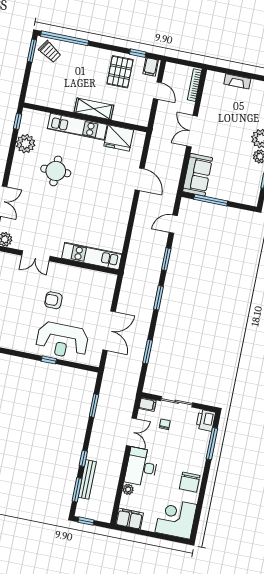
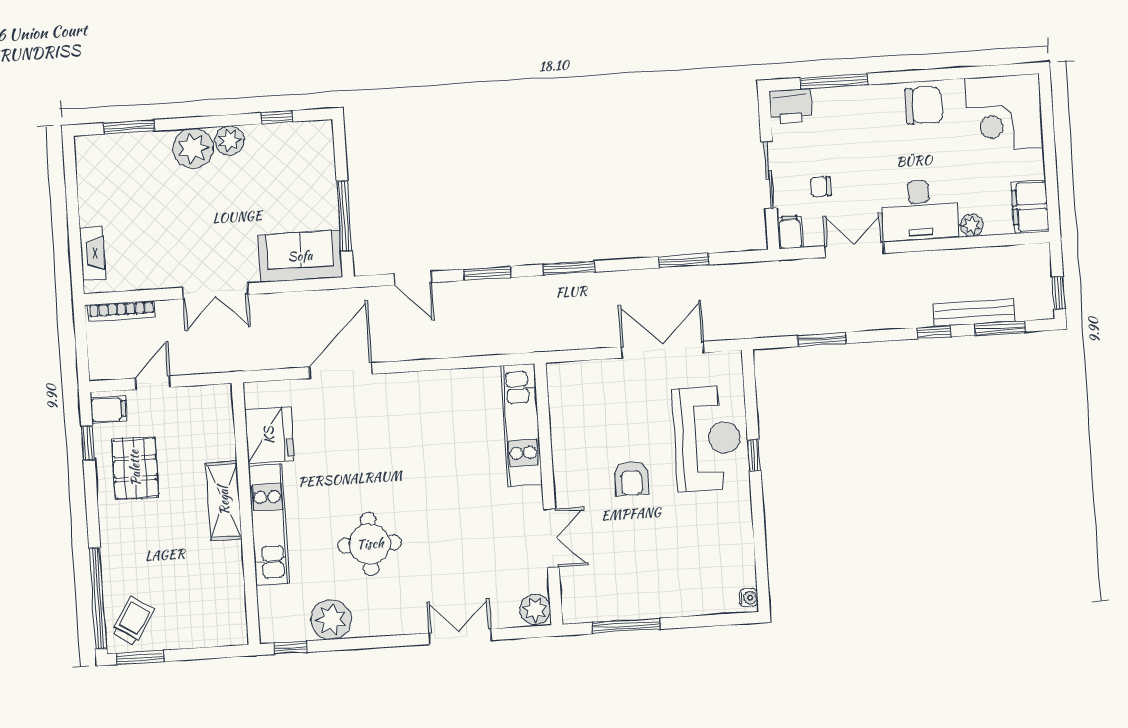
pallet: (120, 72) -> (135, 468), turned 90
fireplace: (237, 81) -> (92, 253), moved
door: (140, 179) -> (341, 371), width x1.36

